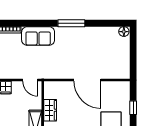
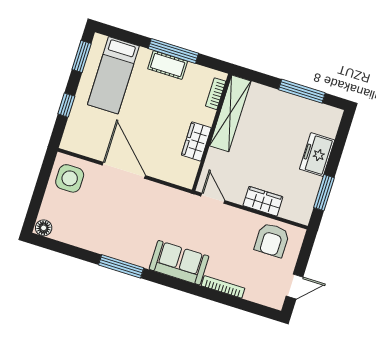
side table: (118, 65) -> (70, 178), added

